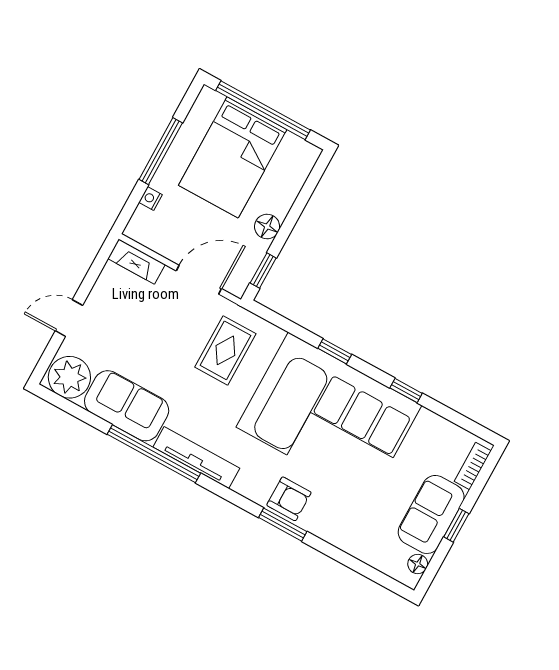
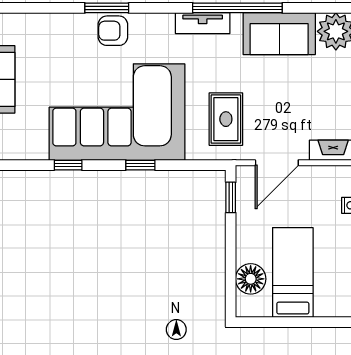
window: (263, 110) -> (299, 322), removed
bed: (233, 157) -> (293, 273), width x0.67
floor lamp: (267, 227) -> (251, 279), moved, width x1.38, depth x1.38
tv unit: (196, 458) -> (203, 23), width x0.71

